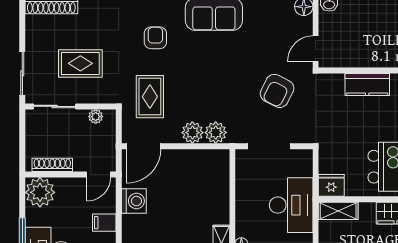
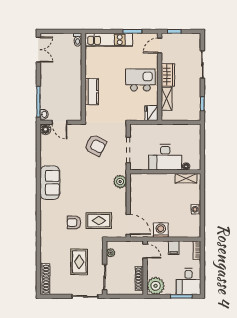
armchair: (155, 38) -> (74, 223), moved
door: (316, 49) -> (60, 122), moved
plant: (192, 133) -> (120, 195), removed
desk: (291, 205) -> (165, 157), moved, turned 180
shelving: (338, 211) -> (167, 99), moved

